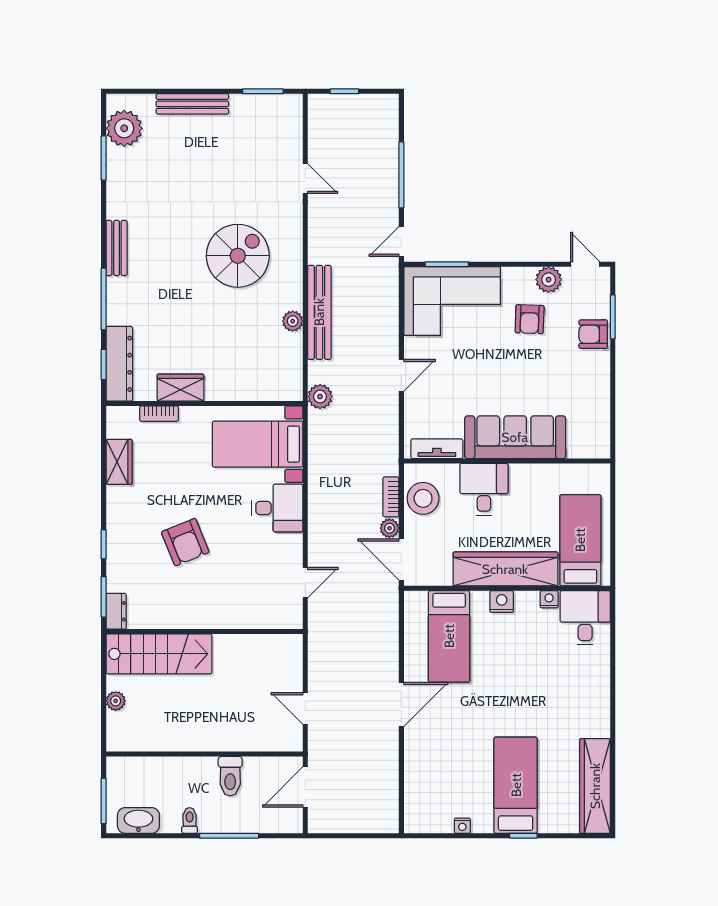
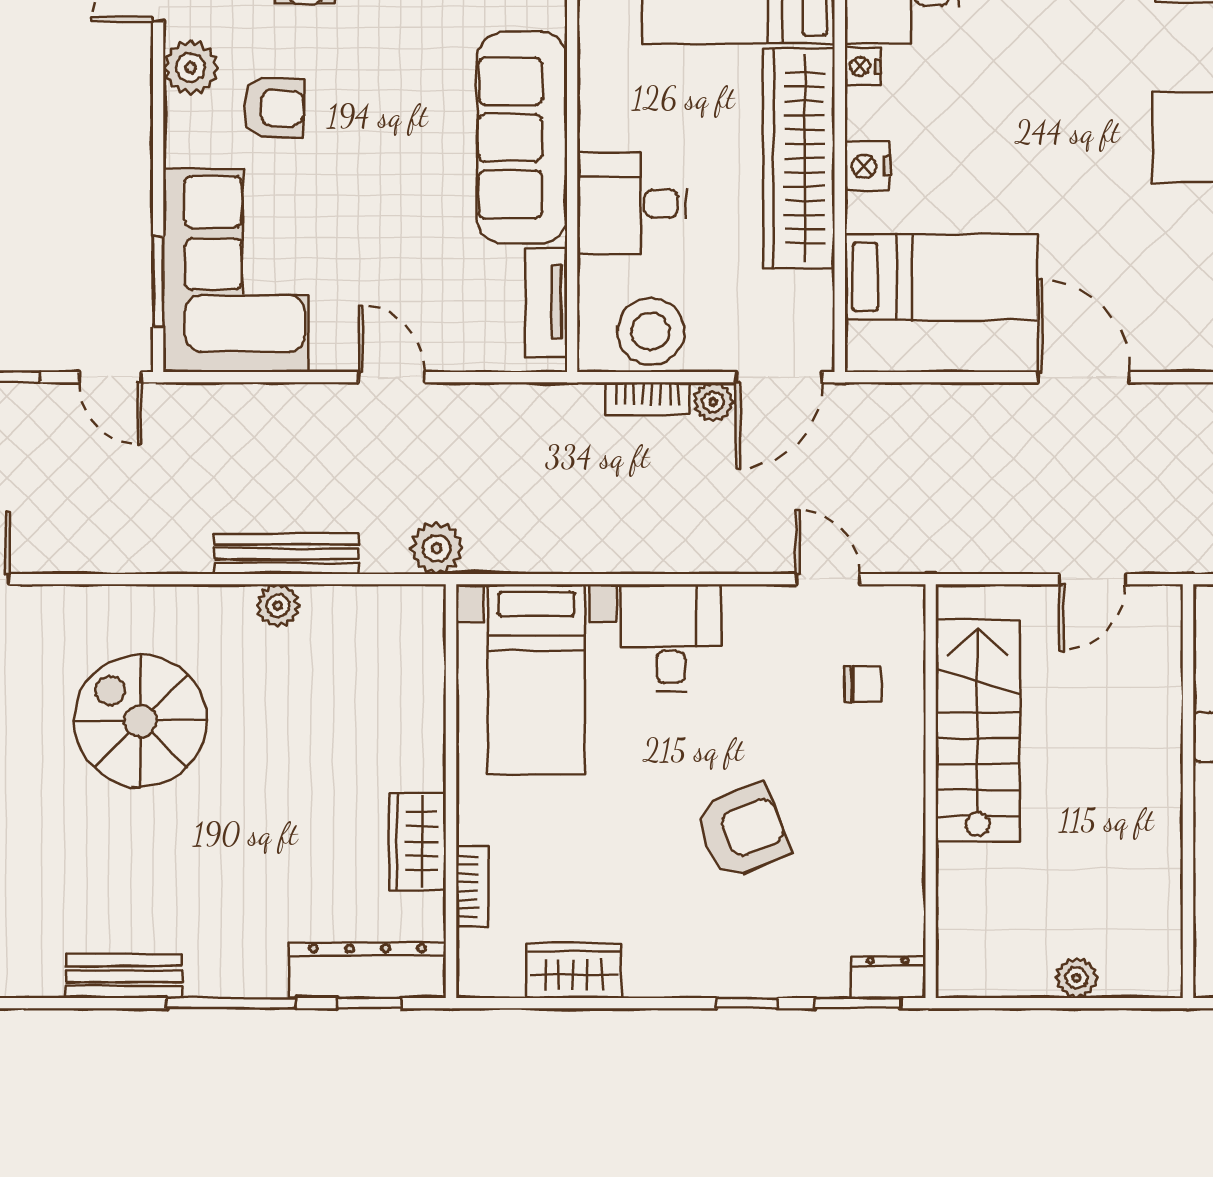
bench: (319, 312) -> (286, 554), width x0.73, depth x0.82
chair: (255, 599) -> (863, 684), added
stairs: (159, 654) -> (978, 731), moved

